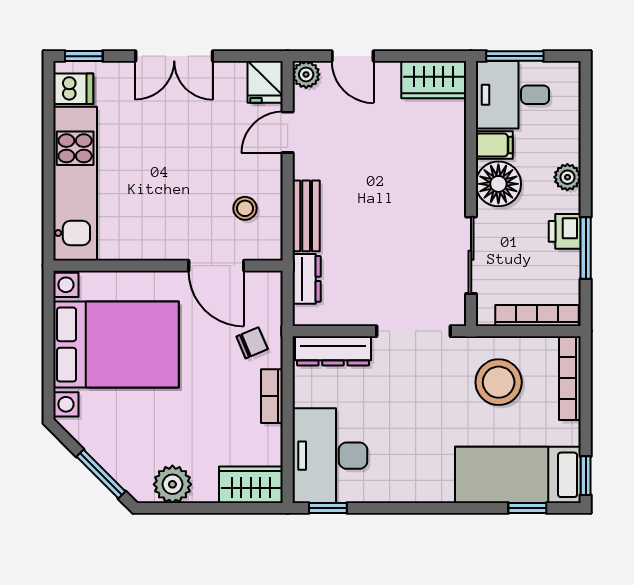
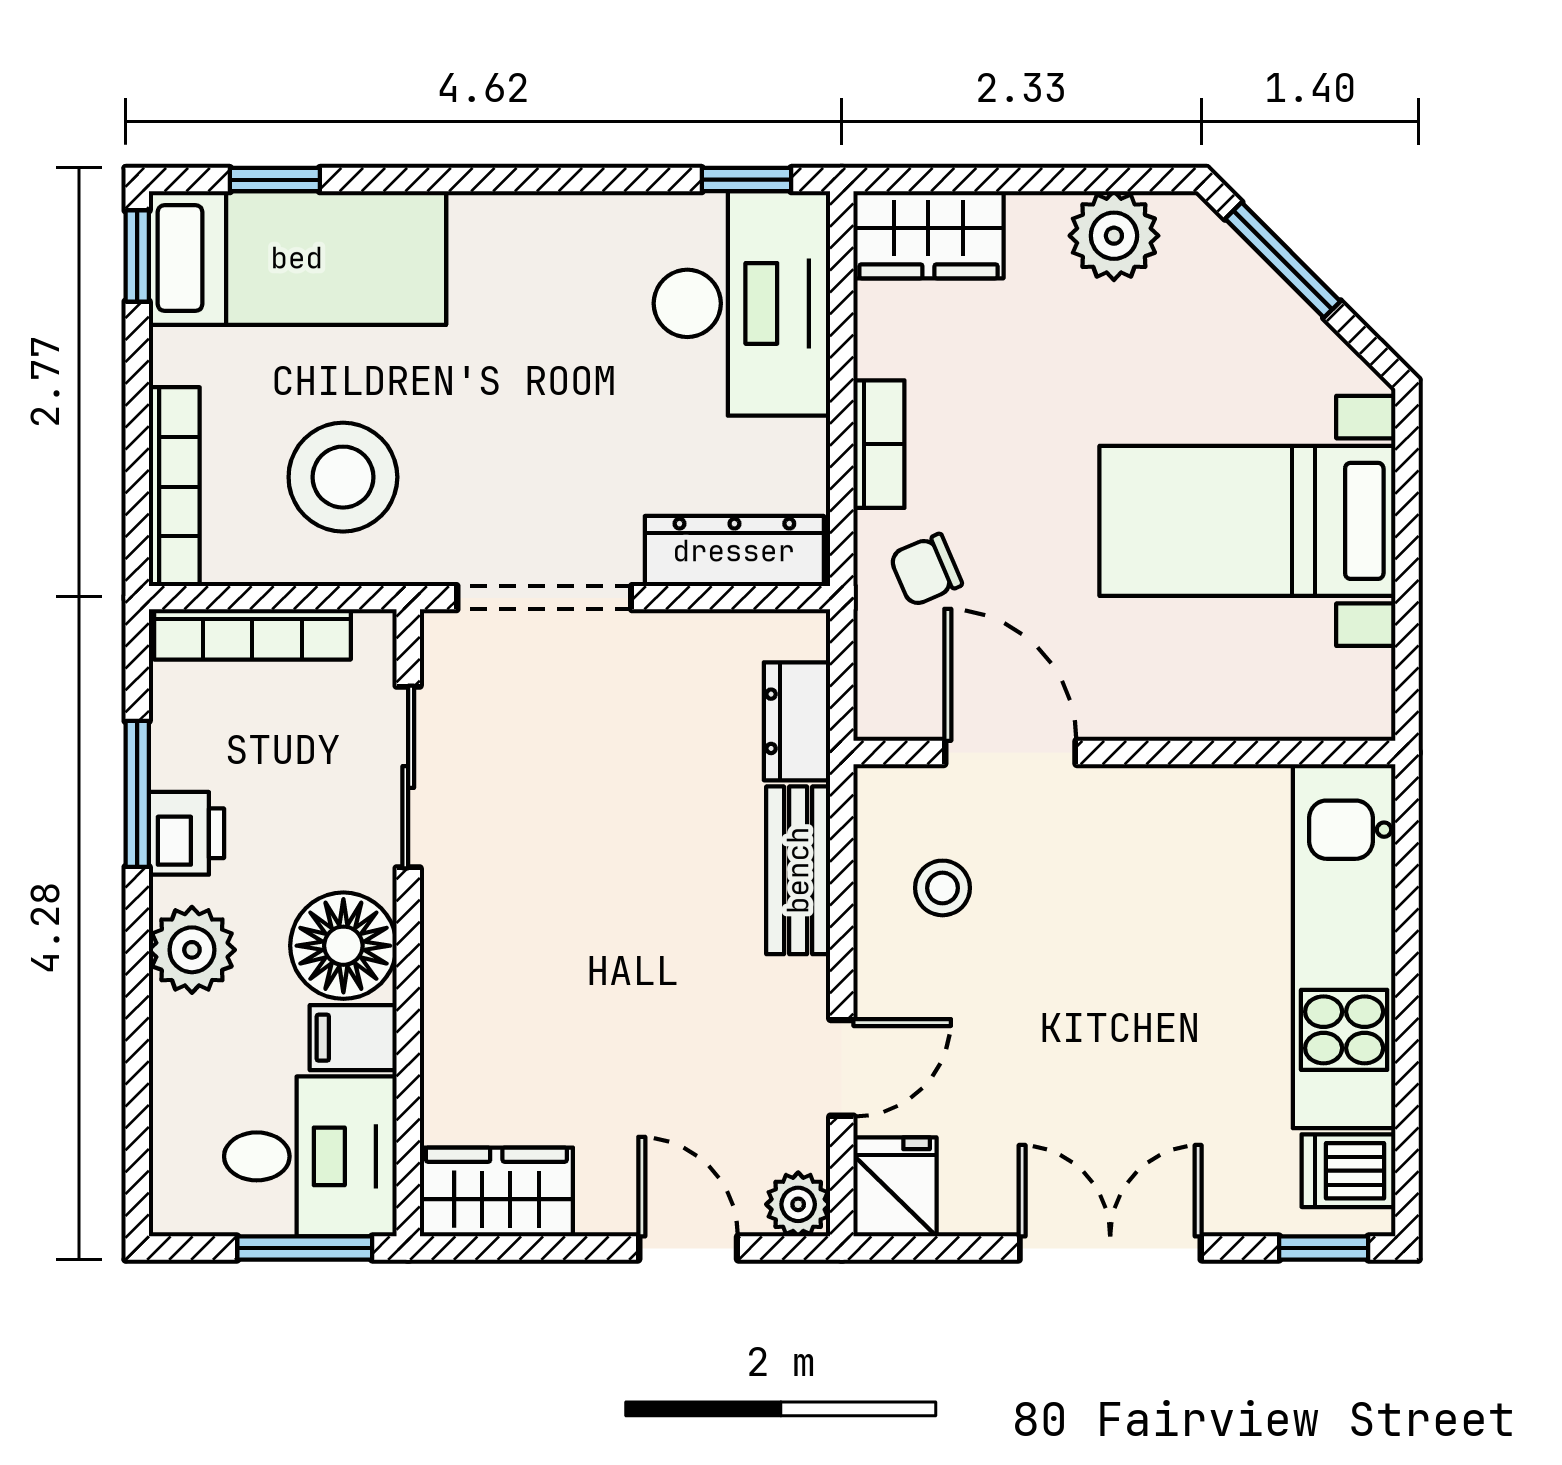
plant: (567, 177) -> (192, 950), width x1.38, depth x1.38
bed with nightstands: (116, 345) -> (1247, 521), width x0.73

